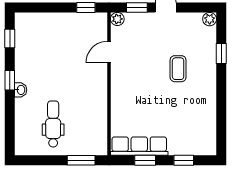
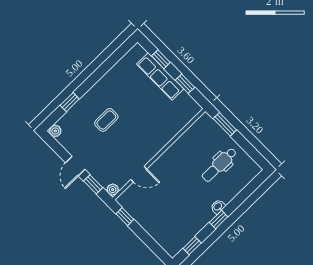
row of seats: (139, 146) -> (160, 76), moved

